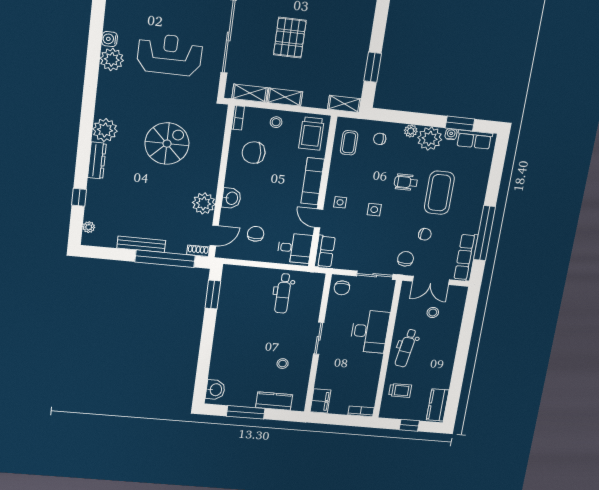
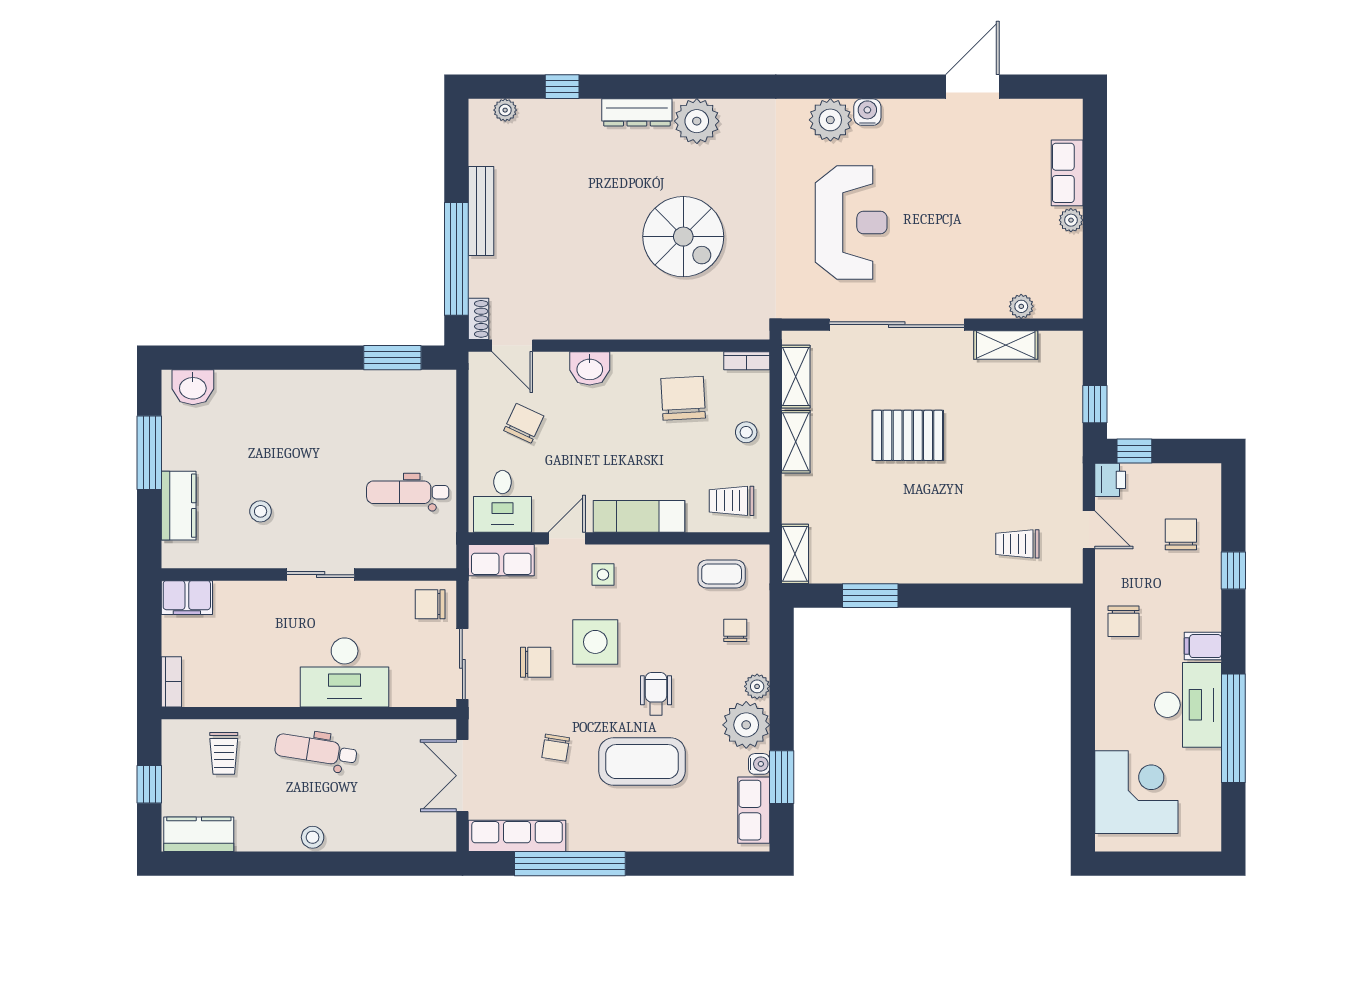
trolley: (311, 134) -> (731, 501), width x0.73, depth x0.72
plant: (204, 203) -> (574, 318), removed
side table: (374, 210) -> (595, 642), width x1.87, depth x1.87
chair: (256, 234) -> (524, 423), turned -65
chair: (406, 259) -> (536, 662), moved
stool: (433, 312) -> (313, 837), moved

